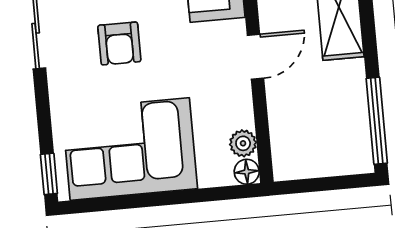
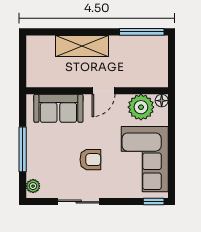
door: (255, 57) -> (103, 91), swing flipped
plant: (243, 143) -> (141, 107), width x1.87, depth x1.87

